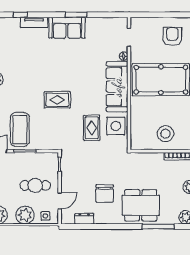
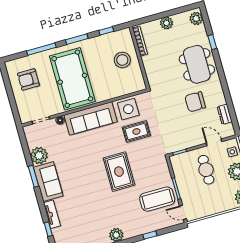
plant: (95, 26) -> (39, 155), added
rug: (57, 100) -> (119, 172), width x1.36, depth x1.43
chair: (105, 193) -> (195, 102), turned 180
window: (158, 227) -> (212, 42), width x0.46

